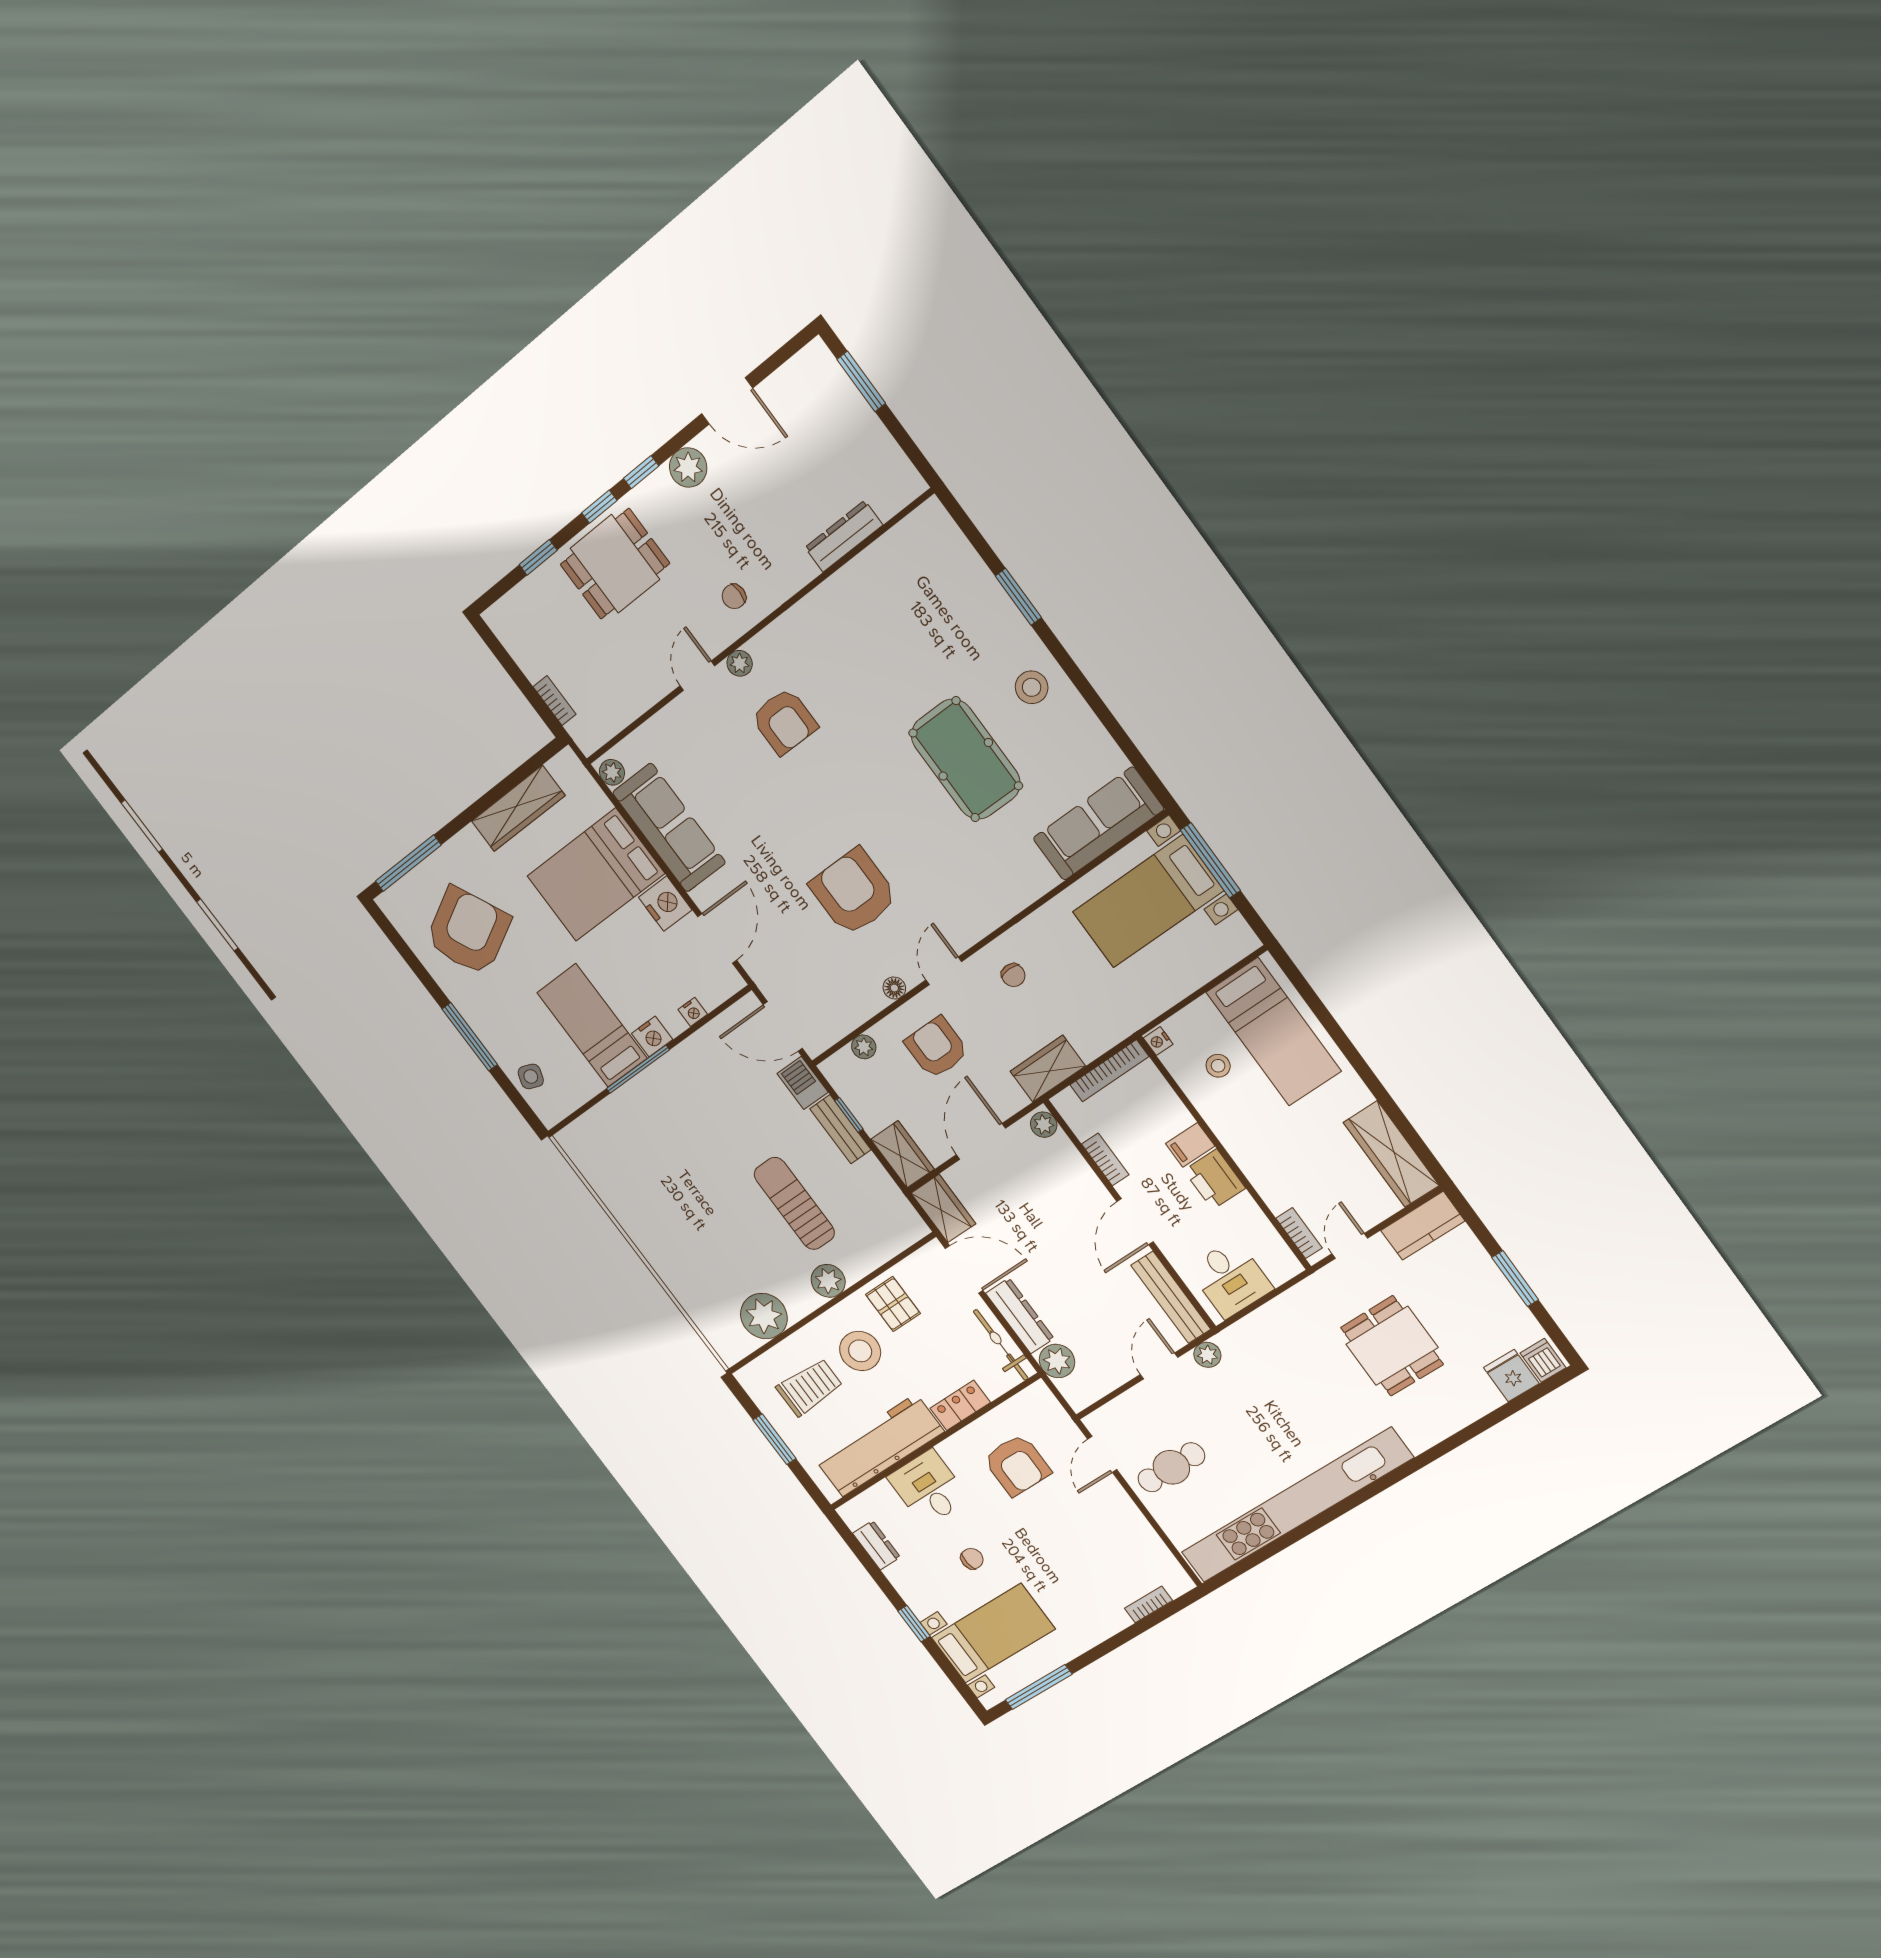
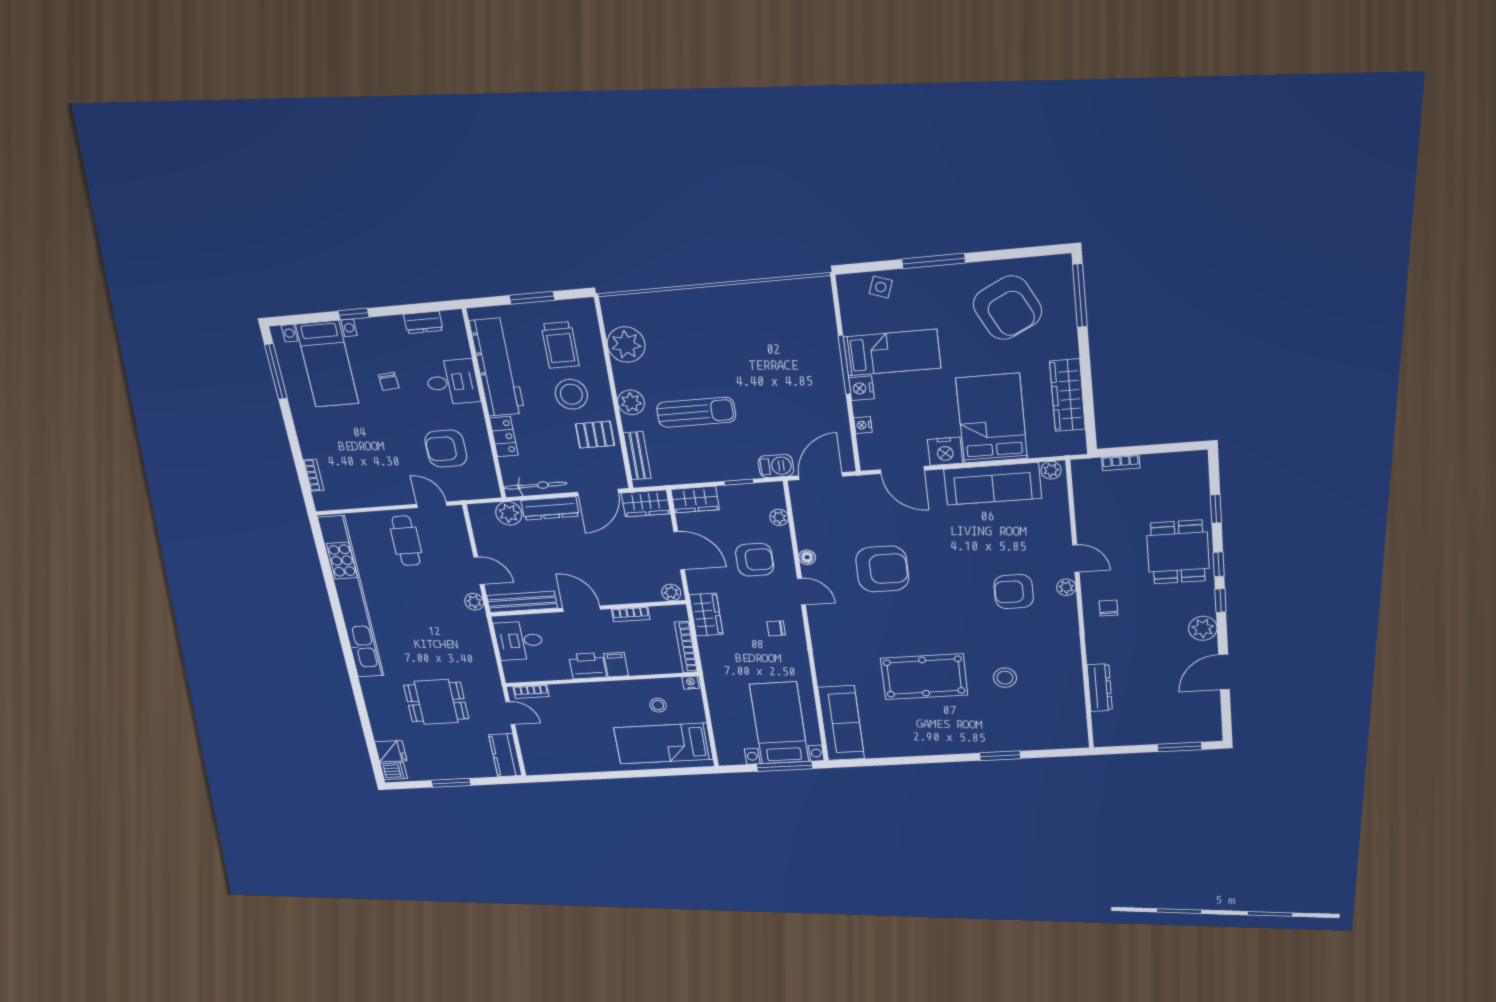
stool: (1032, 687) -> (1005, 678), moved
bench: (840, 1129) -> (637, 456), moved, turned 90
wardrobe: (1391, 1154) -> (557, 762), removed

